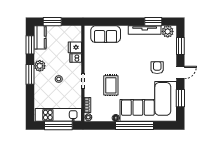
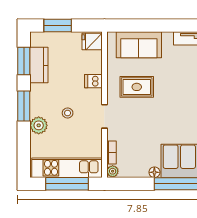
kitchen counter: (40, 37) -> (39, 65), moved
fridge: (75, 47) -> (92, 42), moved
plant: (40, 66) -> (39, 125), moved
rug: (111, 85) -> (137, 87), moved, turned 90

